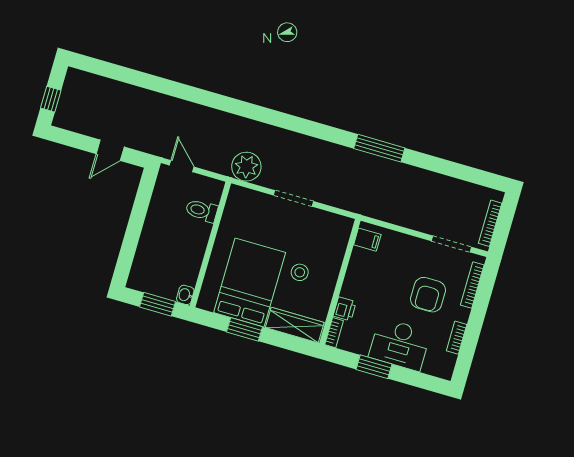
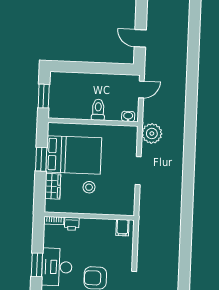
window: (379, 148) -> (186, 221), removed
toilet: (202, 211) -> (98, 110), moved
washbasin: (185, 295) -> (128, 116), moved
wardrobe: (295, 325) -> (53, 186), width x0.67
window: (374, 367) -> (37, 265), moved

